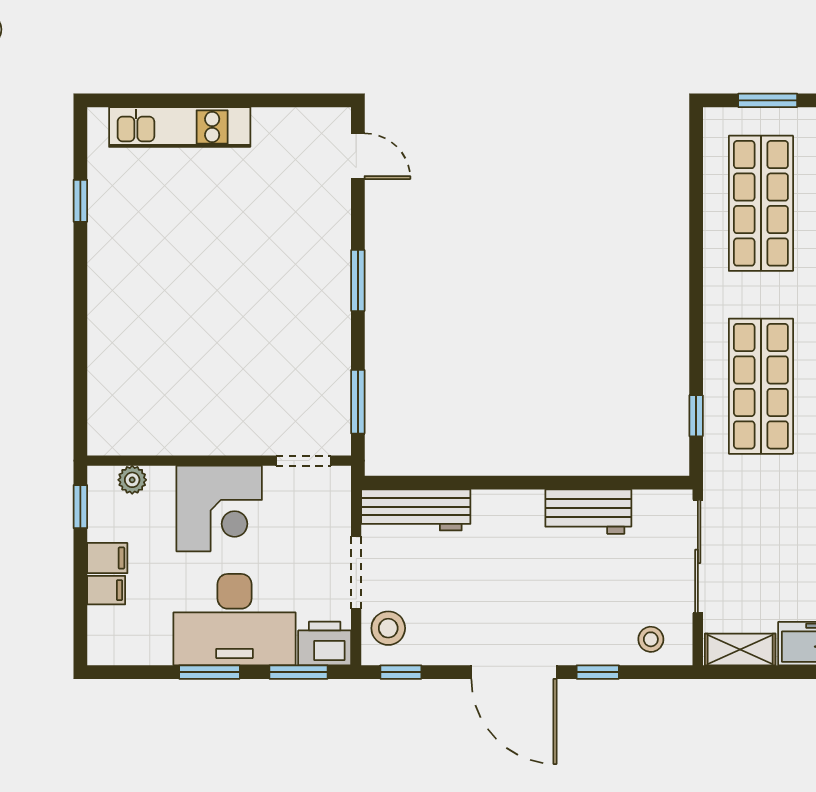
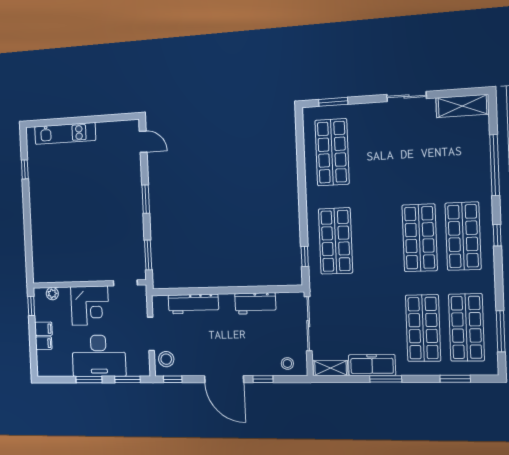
workbench: (416, 510) -> (193, 304), moved
printer: (325, 643) -> (138, 366), removed

